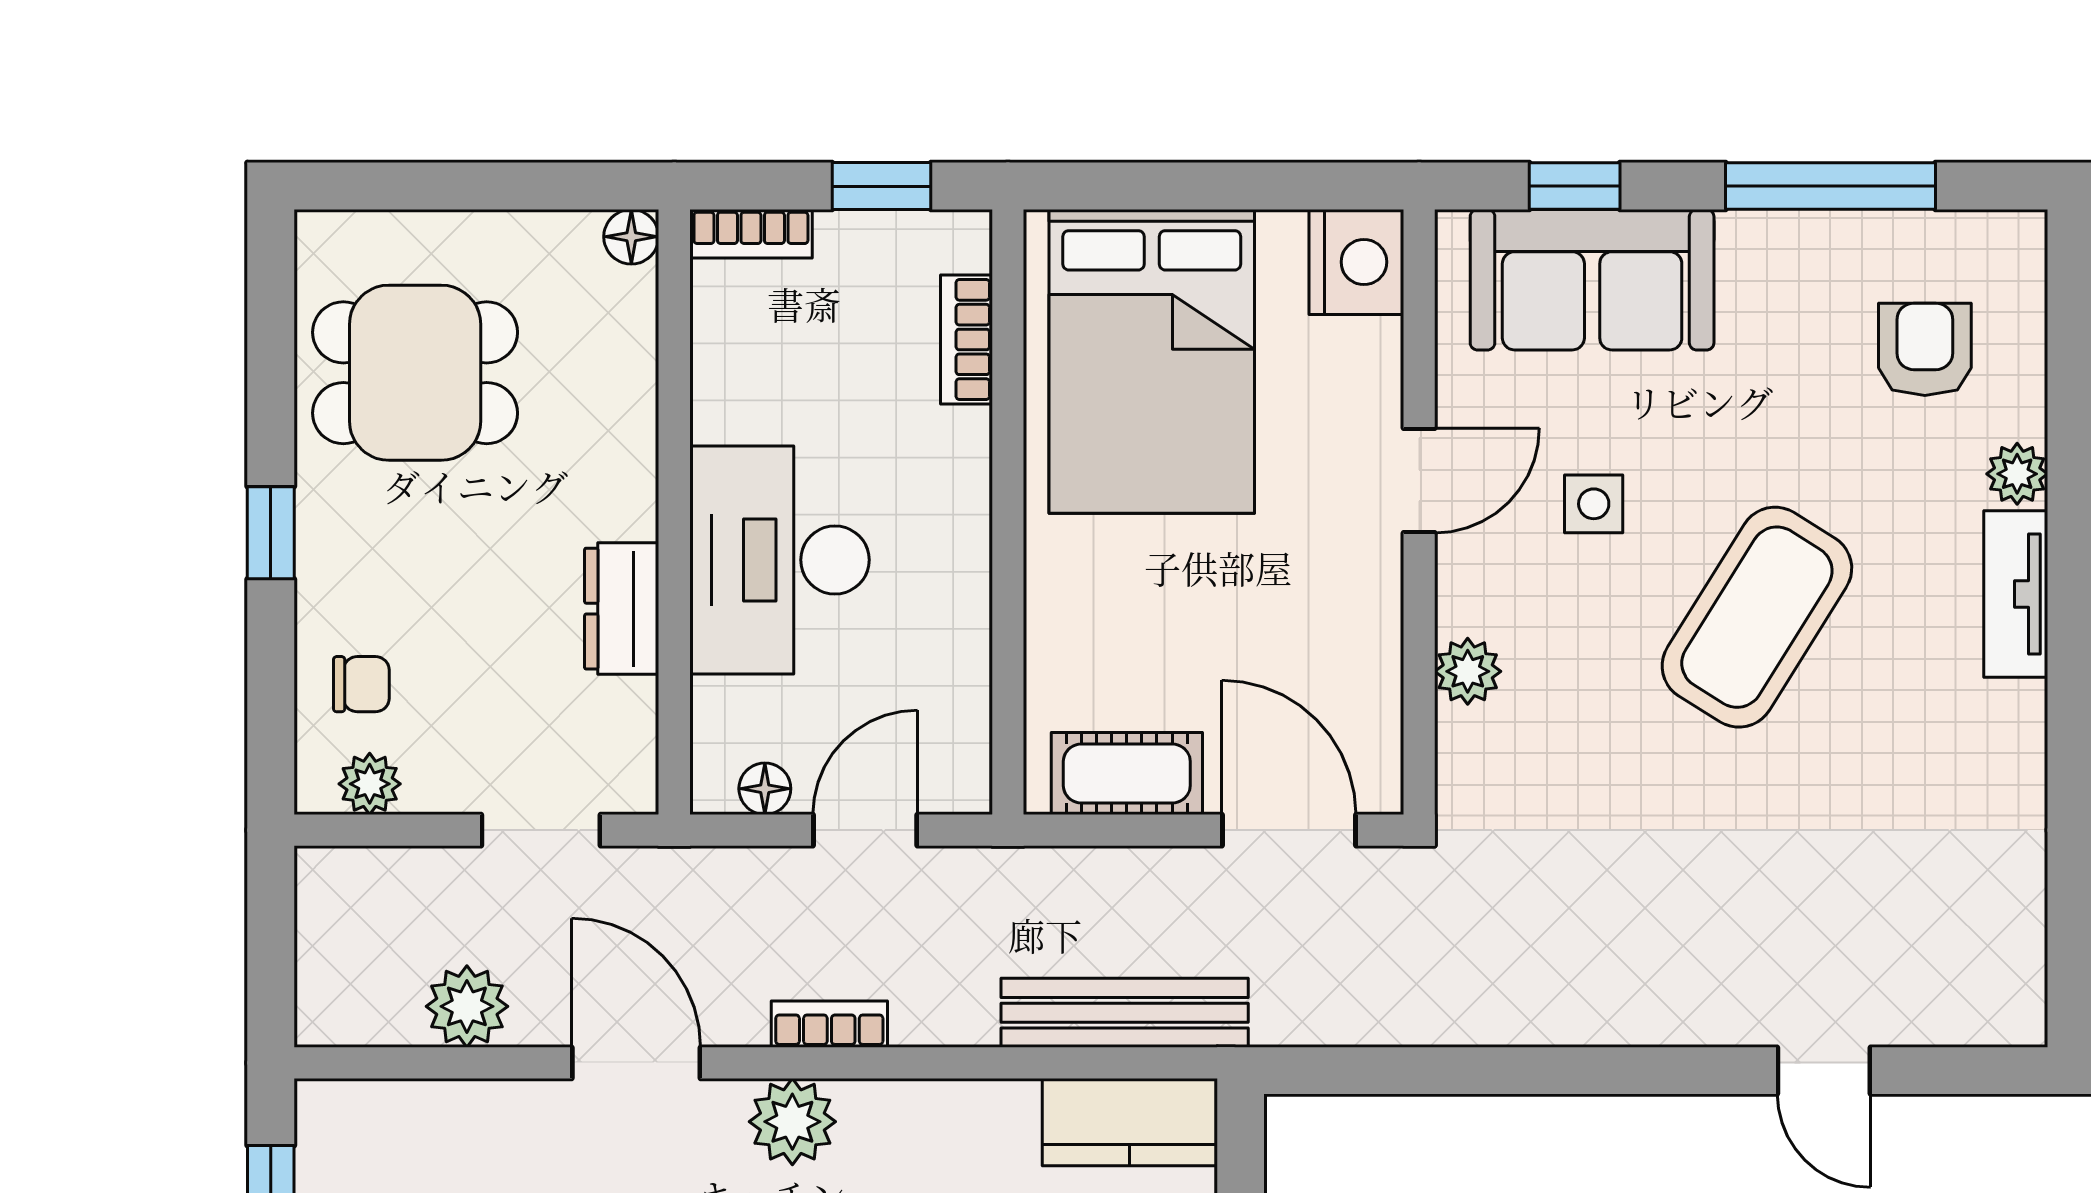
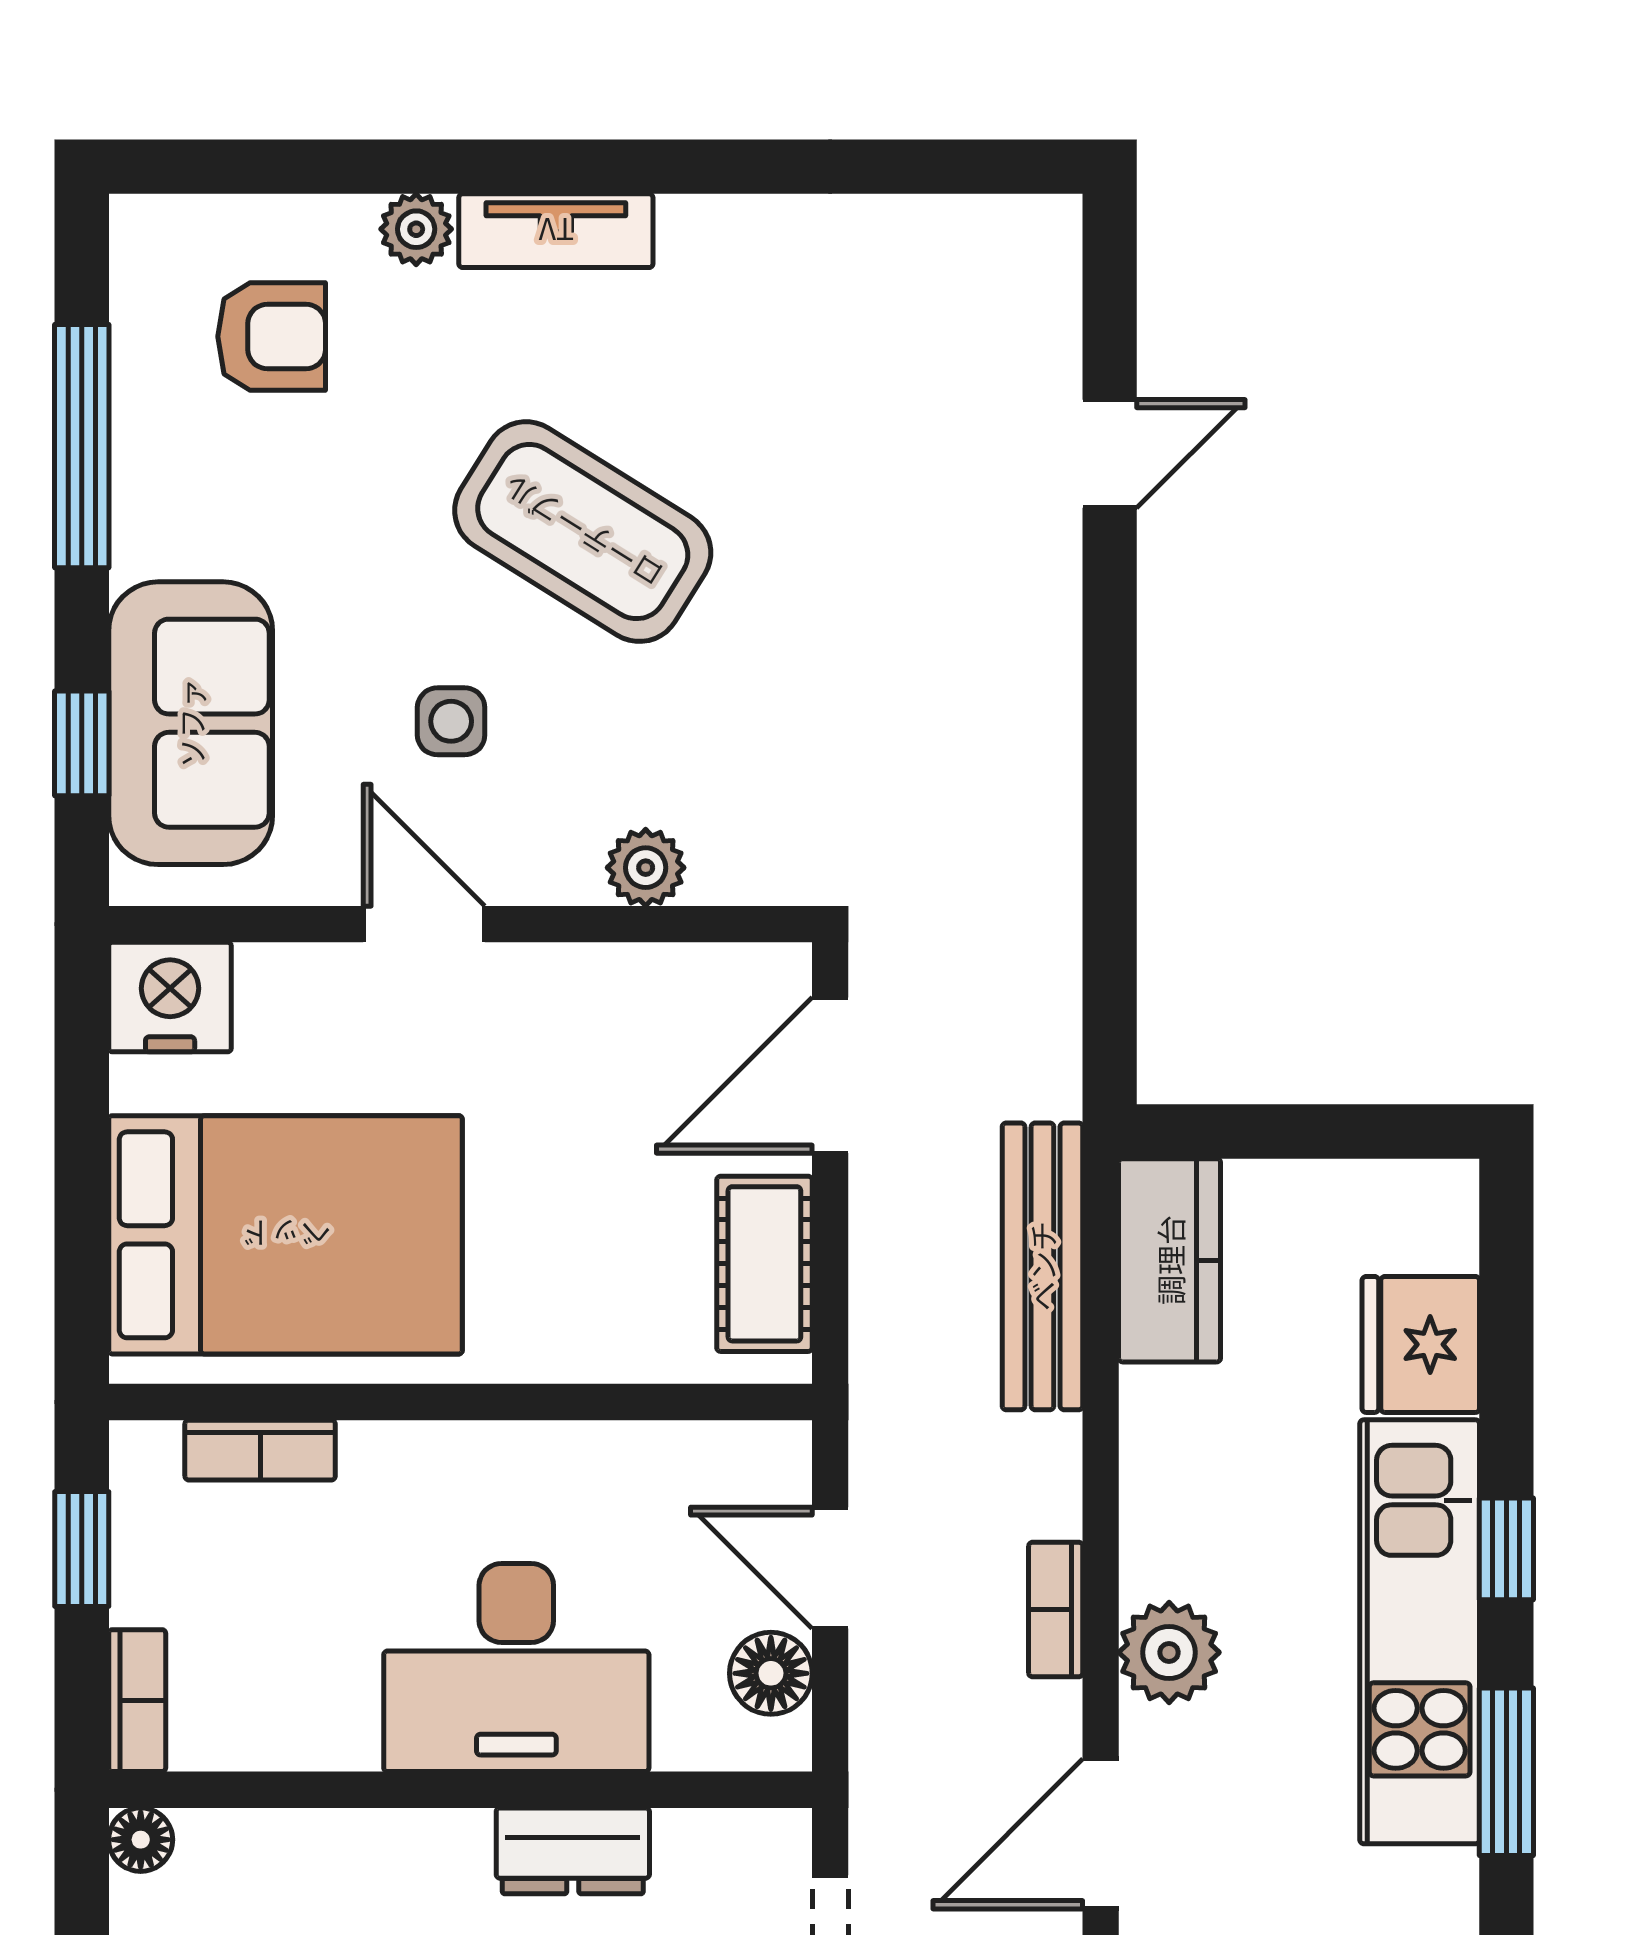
armchair: (1925, 349) -> (272, 336), turned 180
floor lamp: (765, 789) -> (771, 1673), width x1.37, depth x1.37

